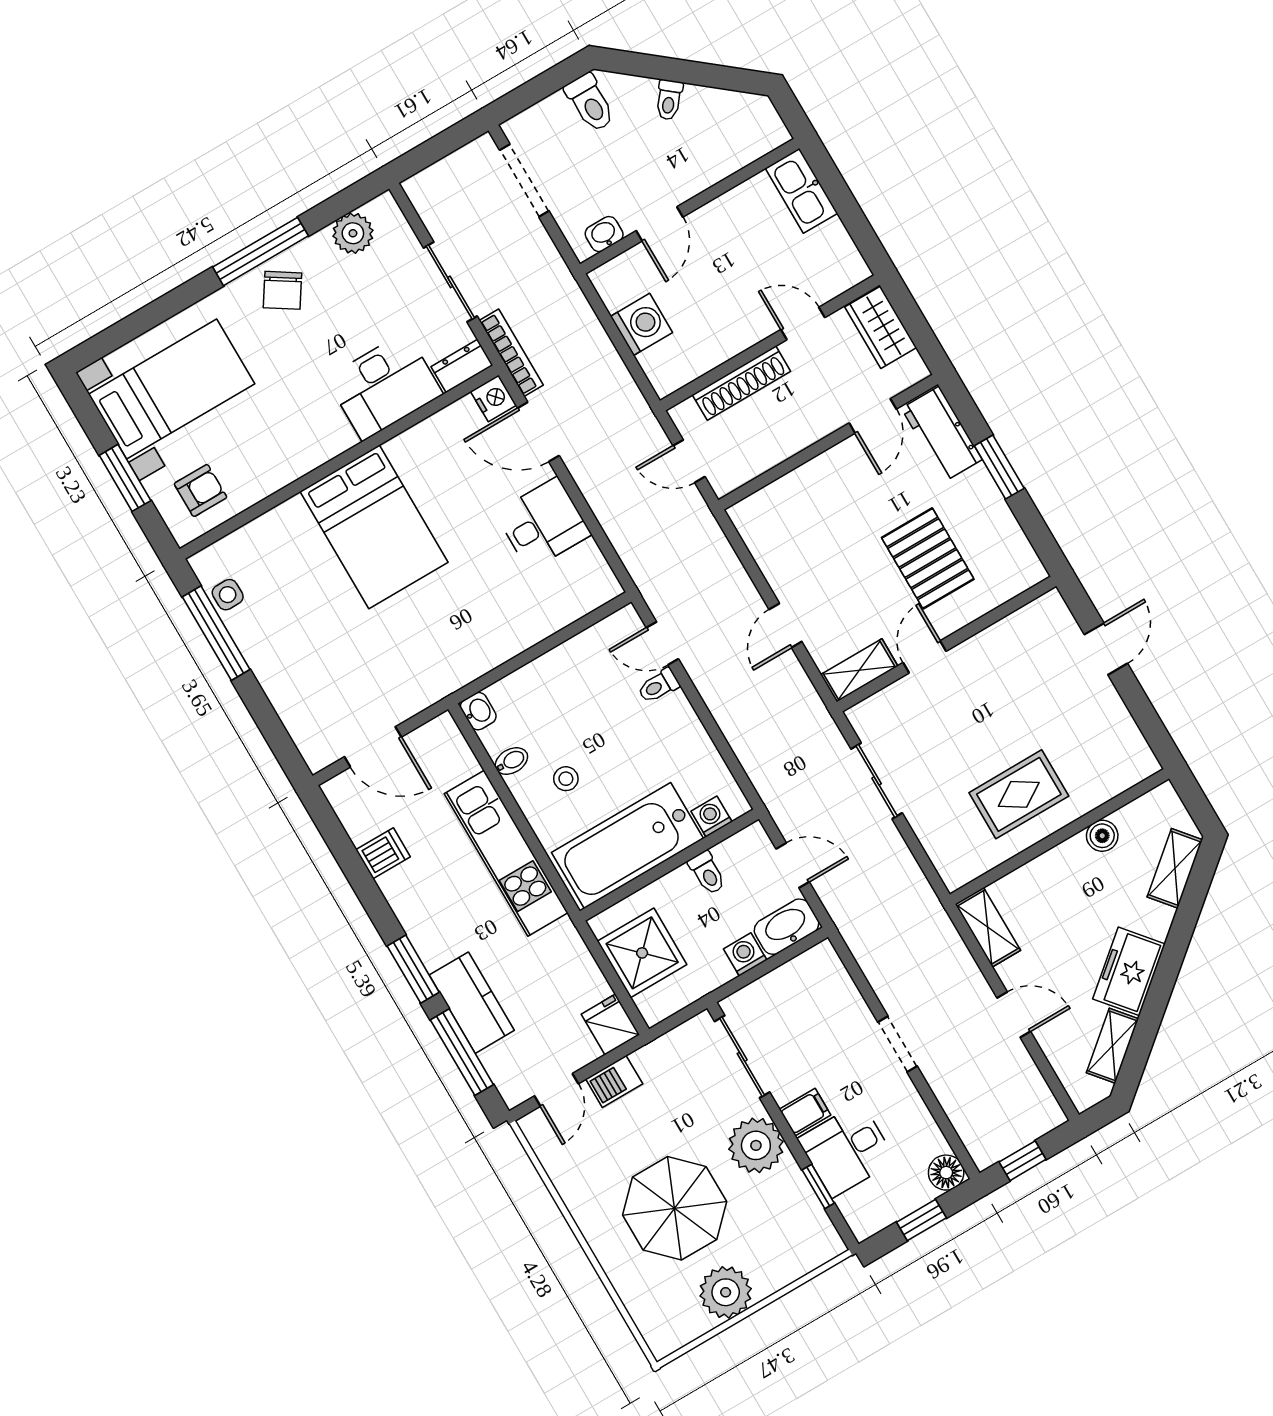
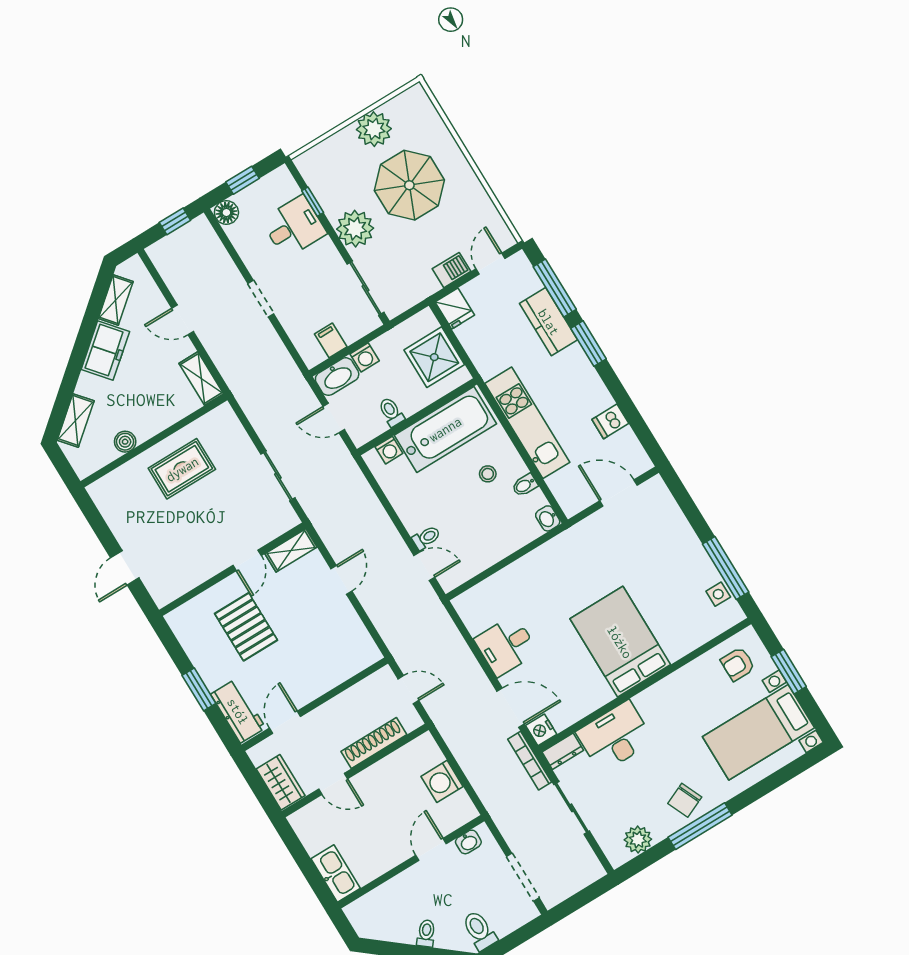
chair: (282, 290) -> (685, 800), turned -147
filing cabinet: (805, 1112) -> (331, 340), moved, turned 90

